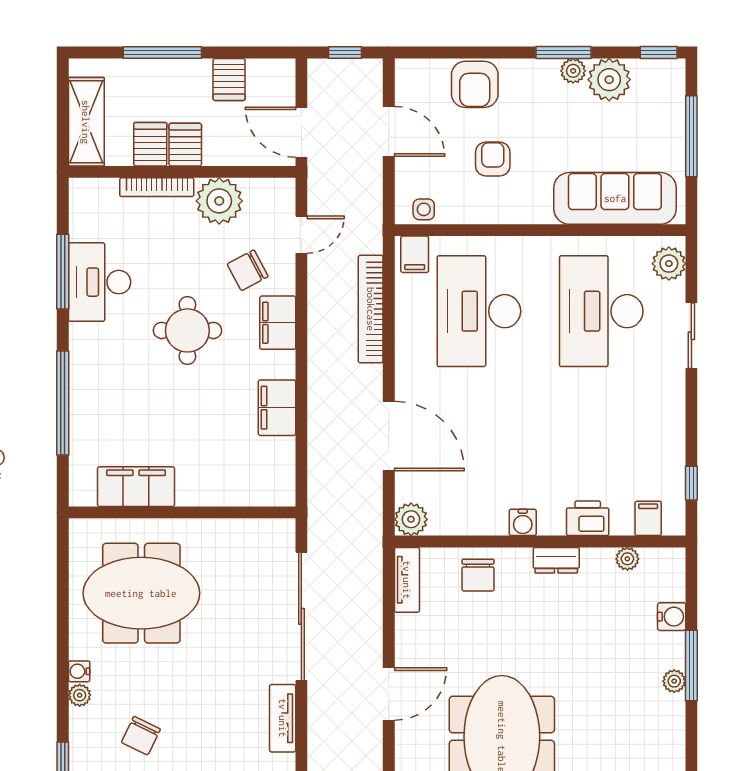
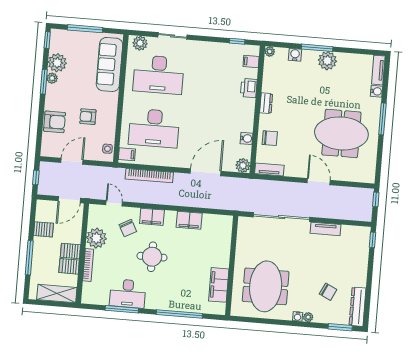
water cooler: (523, 522) -> (246, 138), moved
plant: (627, 559) -> (270, 52), moved
plant: (674, 681) -> (327, 61), width x1.88, depth x1.88

